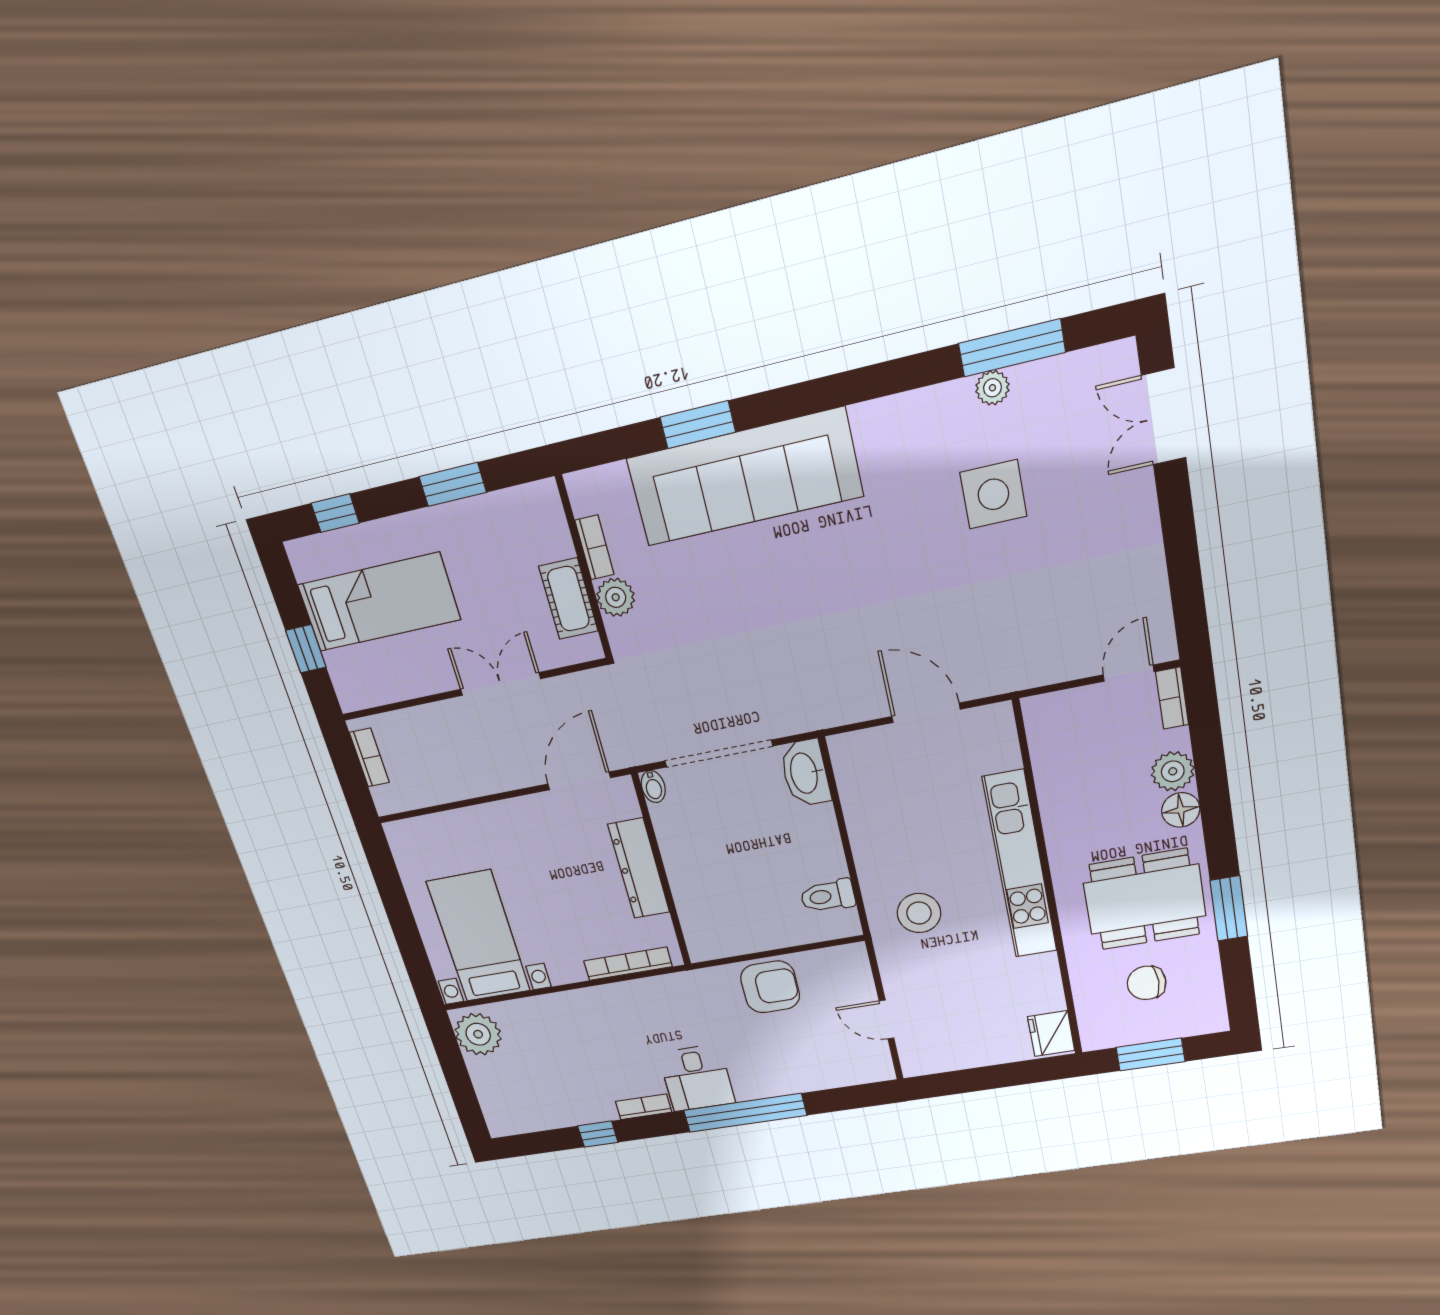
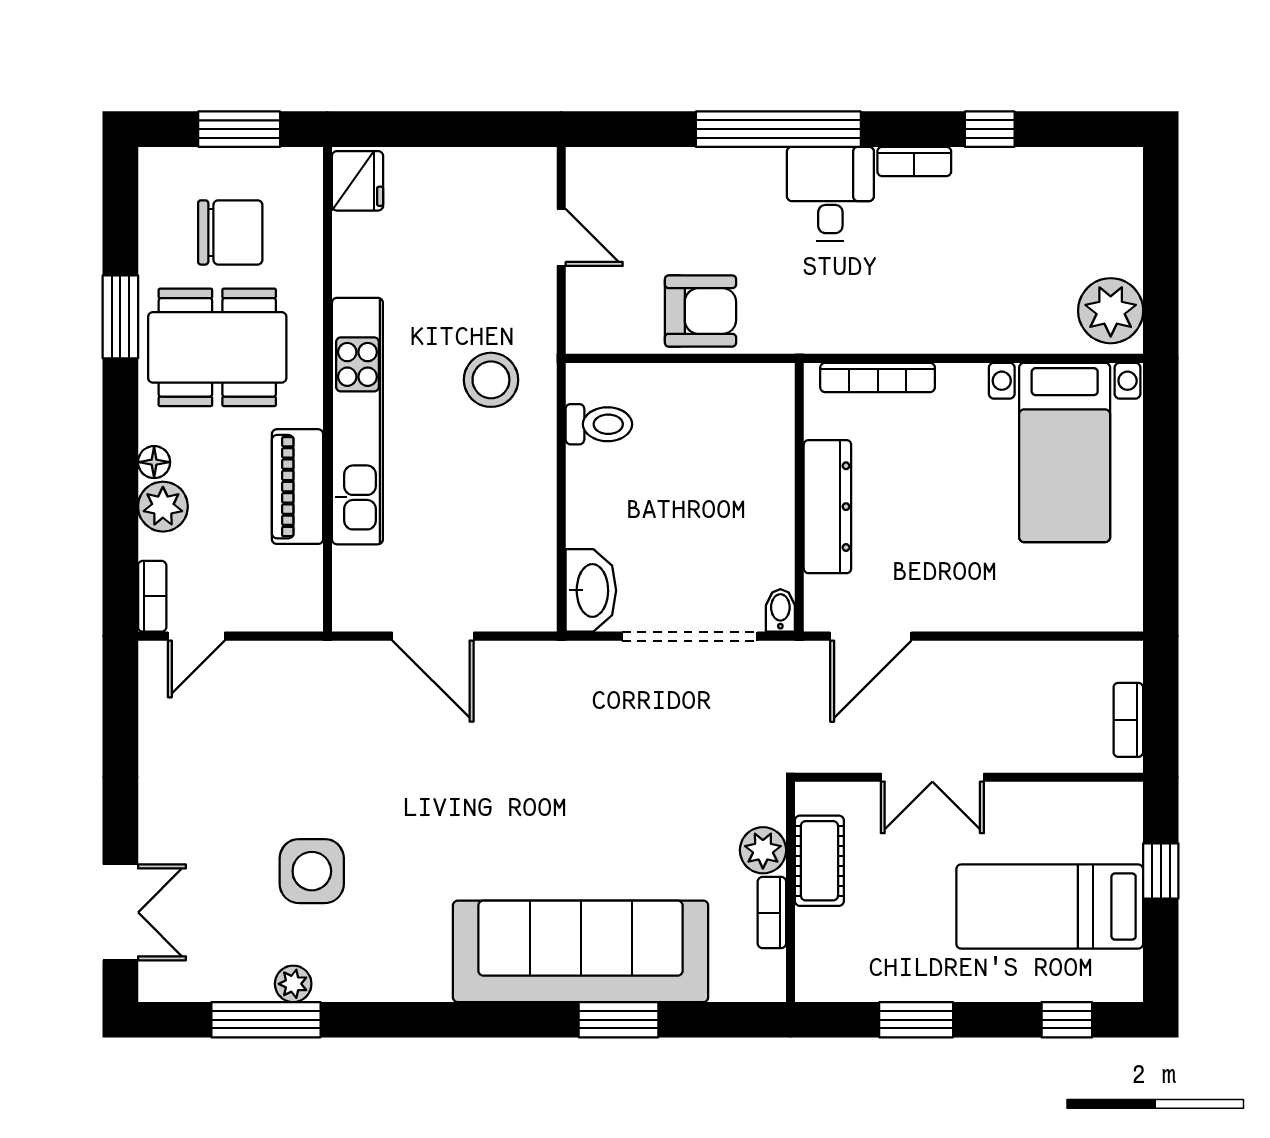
piano: (1061, 807) -> (298, 487), added
floor lamp: (1181, 810) -> (154, 462), width x0.73, depth x0.73
chair: (1147, 983) -> (230, 232), width x1.37, depth x1.37
armchair: (770, 987) -> (700, 311), turned 180

